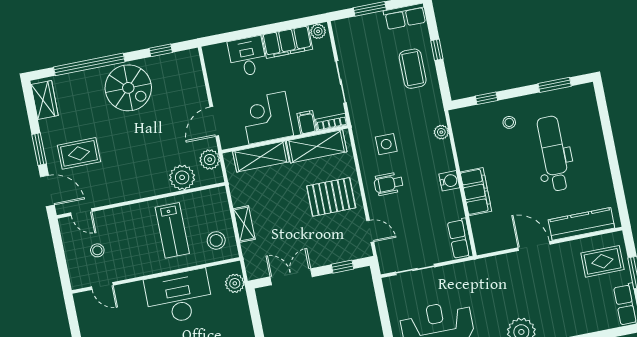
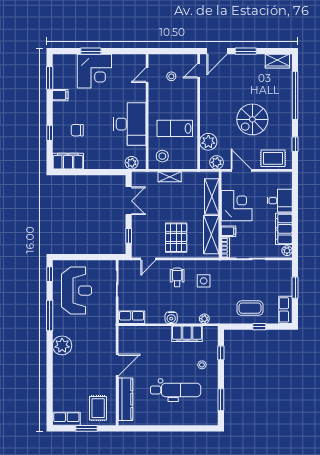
spiral stairs: (128, 88) -> (252, 119), moved
rug: (79, 153) -> (273, 158), moved, turned 90
filing cabinet: (476, 192) -> (187, 334), moved

